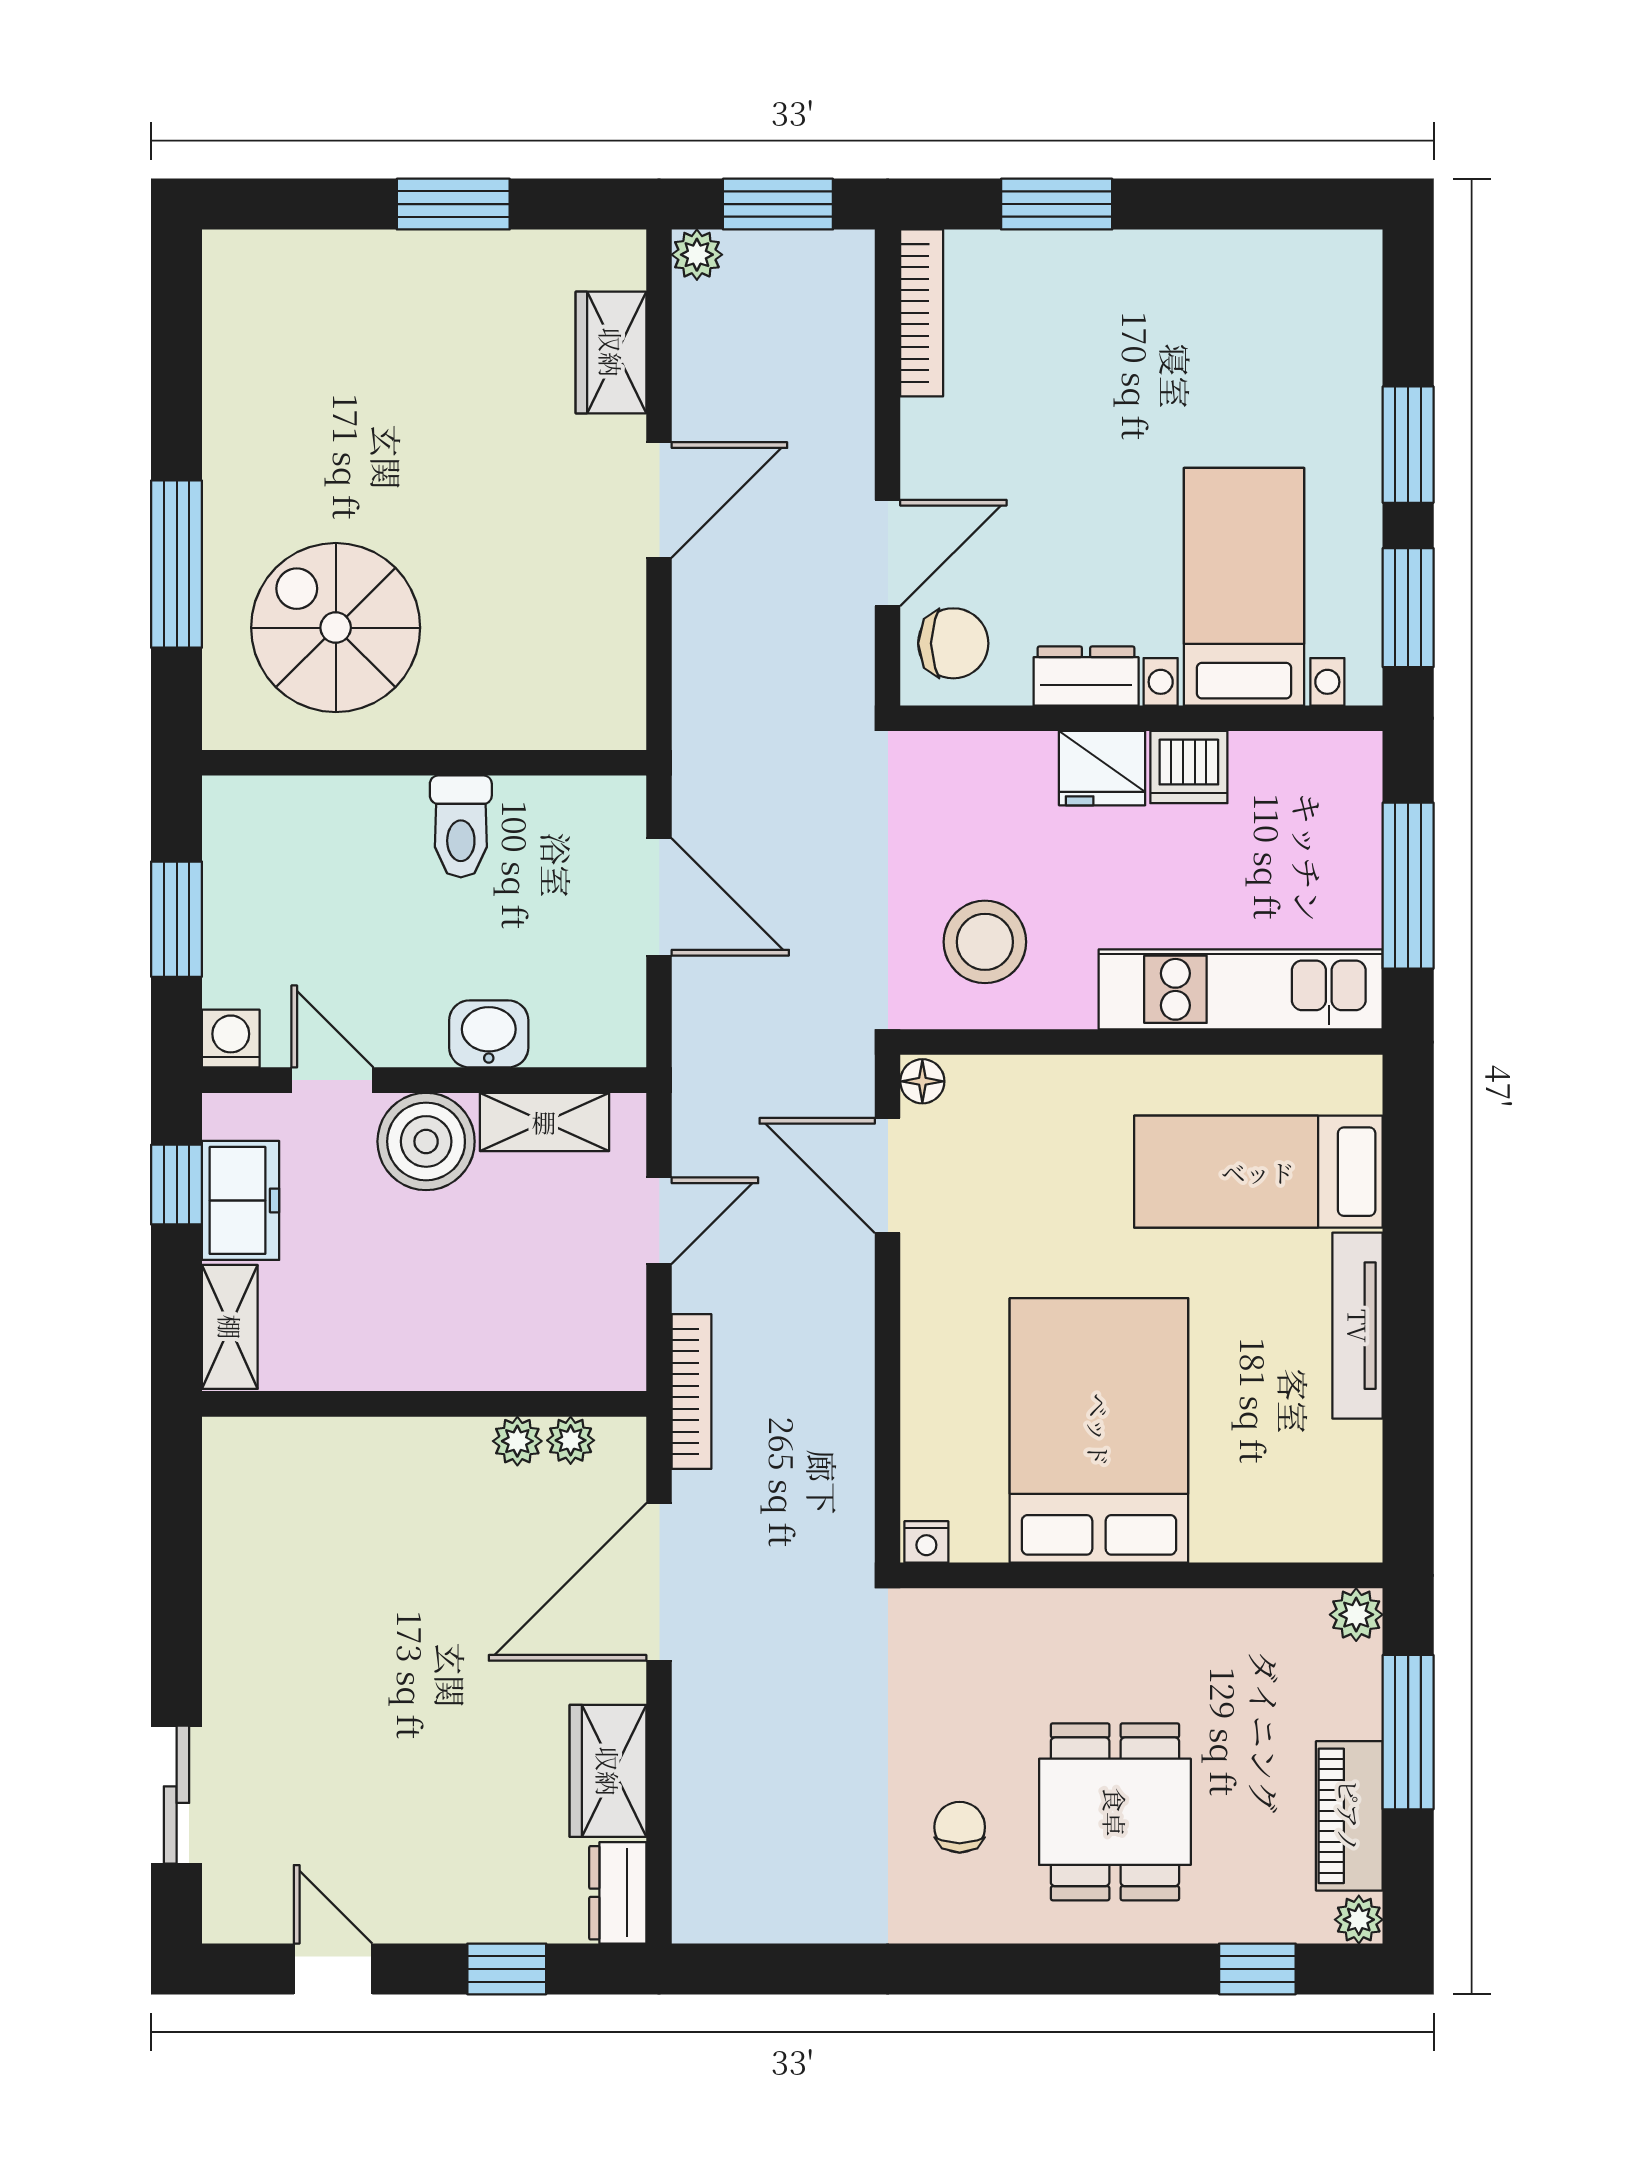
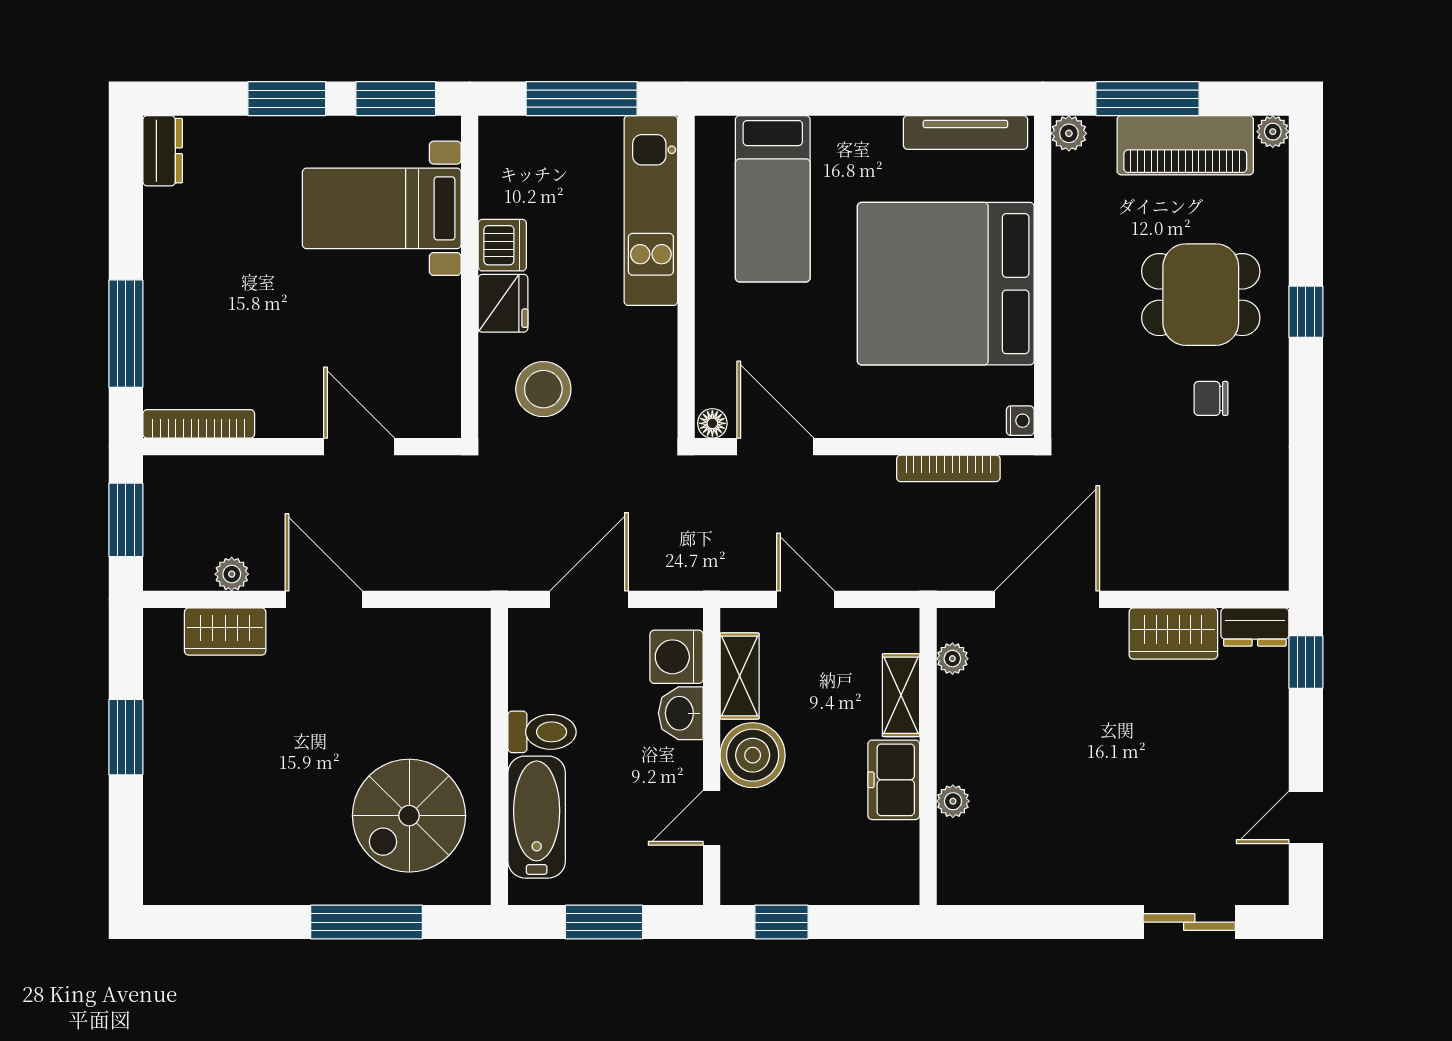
window: (1057, 204) -> (126, 334), width x1.44
plant: (697, 255) -> (232, 574), moved
chair: (953, 643) -> (420, 403), removed
dresser: (1086, 676) -> (163, 151), moved, turned 180
bathtub: (334, 818) -> (537, 817), added
stool: (985, 942) -> (543, 389), moved
washing machine: (231, 1039) -> (677, 657), moved, width x1.38, depth x1.38
door: (888, 1176) -> (775, 447), swing flipped
freezer: (241, 1200) -> (894, 780), moved, turned -90
tv unit: (1358, 1326) -> (965, 132), moved
shelving: (230, 1327) -> (901, 695), moved, turned 90
bookcase: (692, 1392) -> (948, 468), moved, turned 180
bed: (1099, 1430) -> (946, 284), width x1.36
plant: (517, 1441) -> (953, 801), moved
door: (659, 1582) -> (1047, 599), swing flipped
piano: (1349, 1816) -> (1185, 145), width x1.37, depth x1.33
window: (507, 1969) -> (1306, 662), moved
window: (1257, 1969) -> (1306, 312), moved

